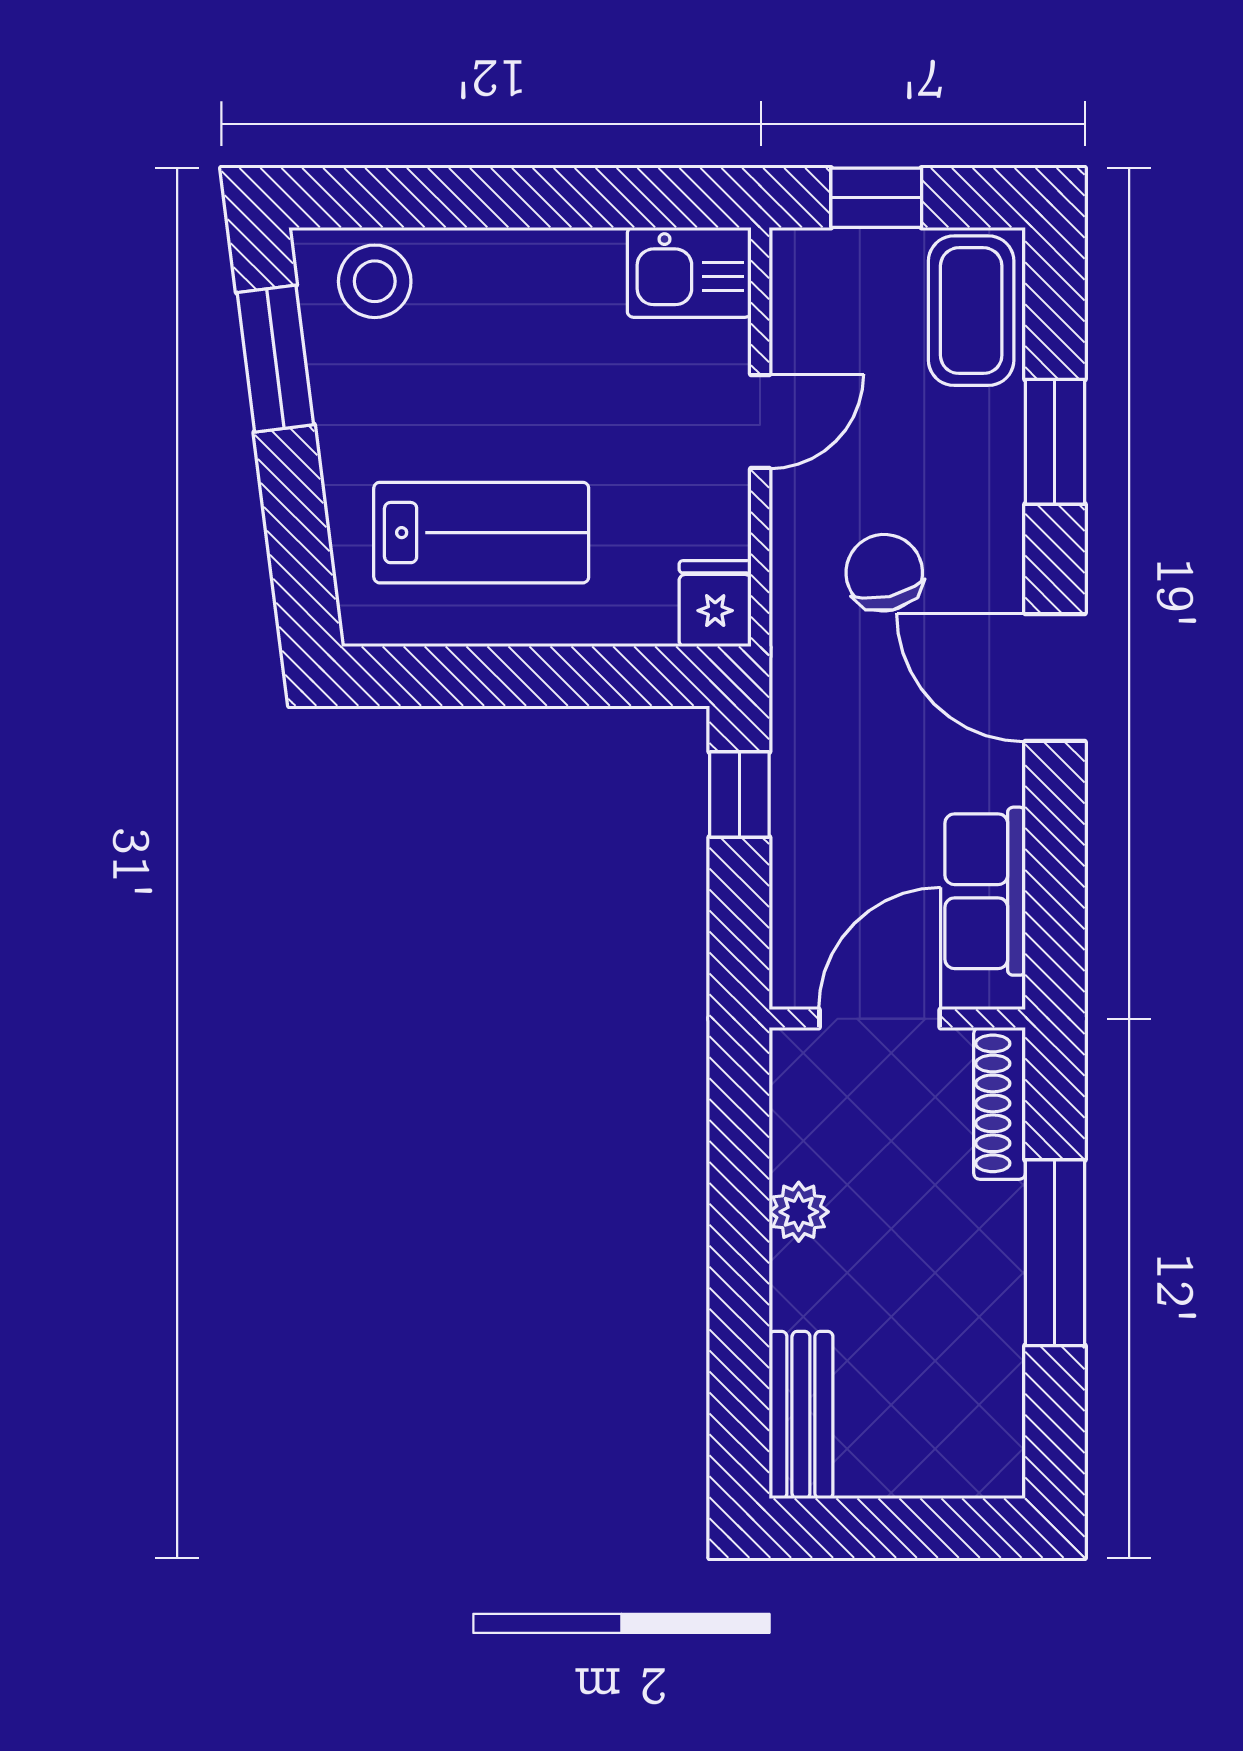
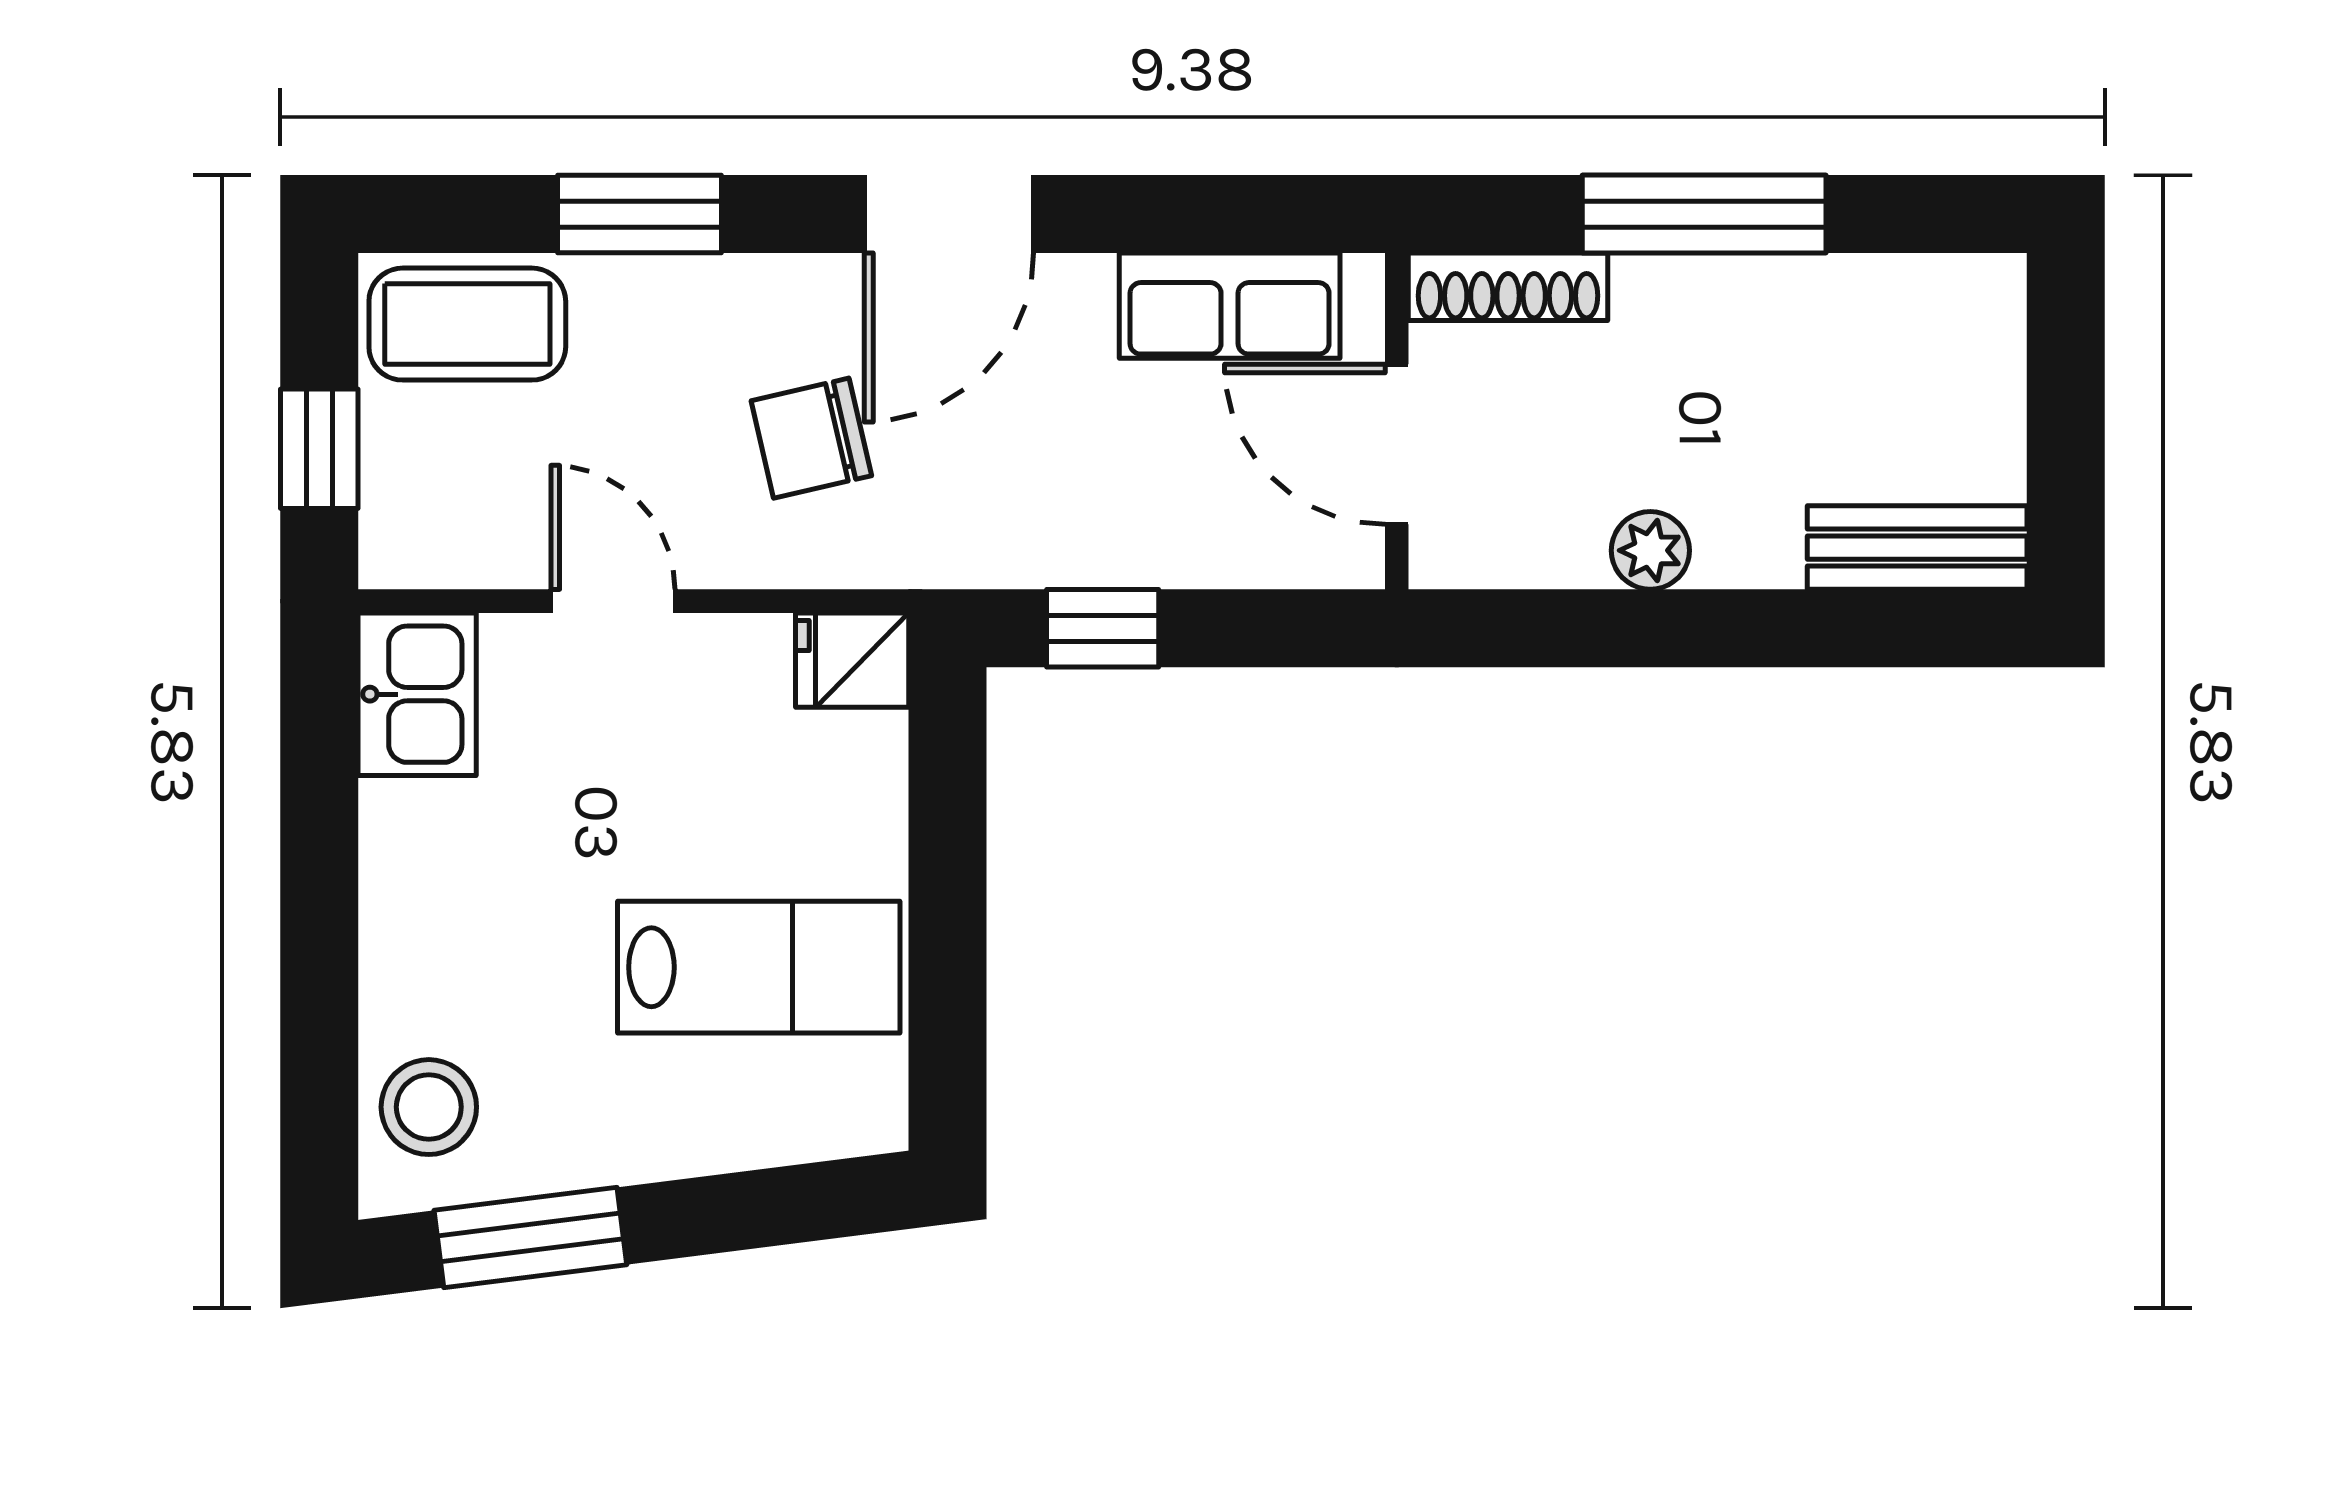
lab bench: (481, 533) -> (759, 967), turned 90

